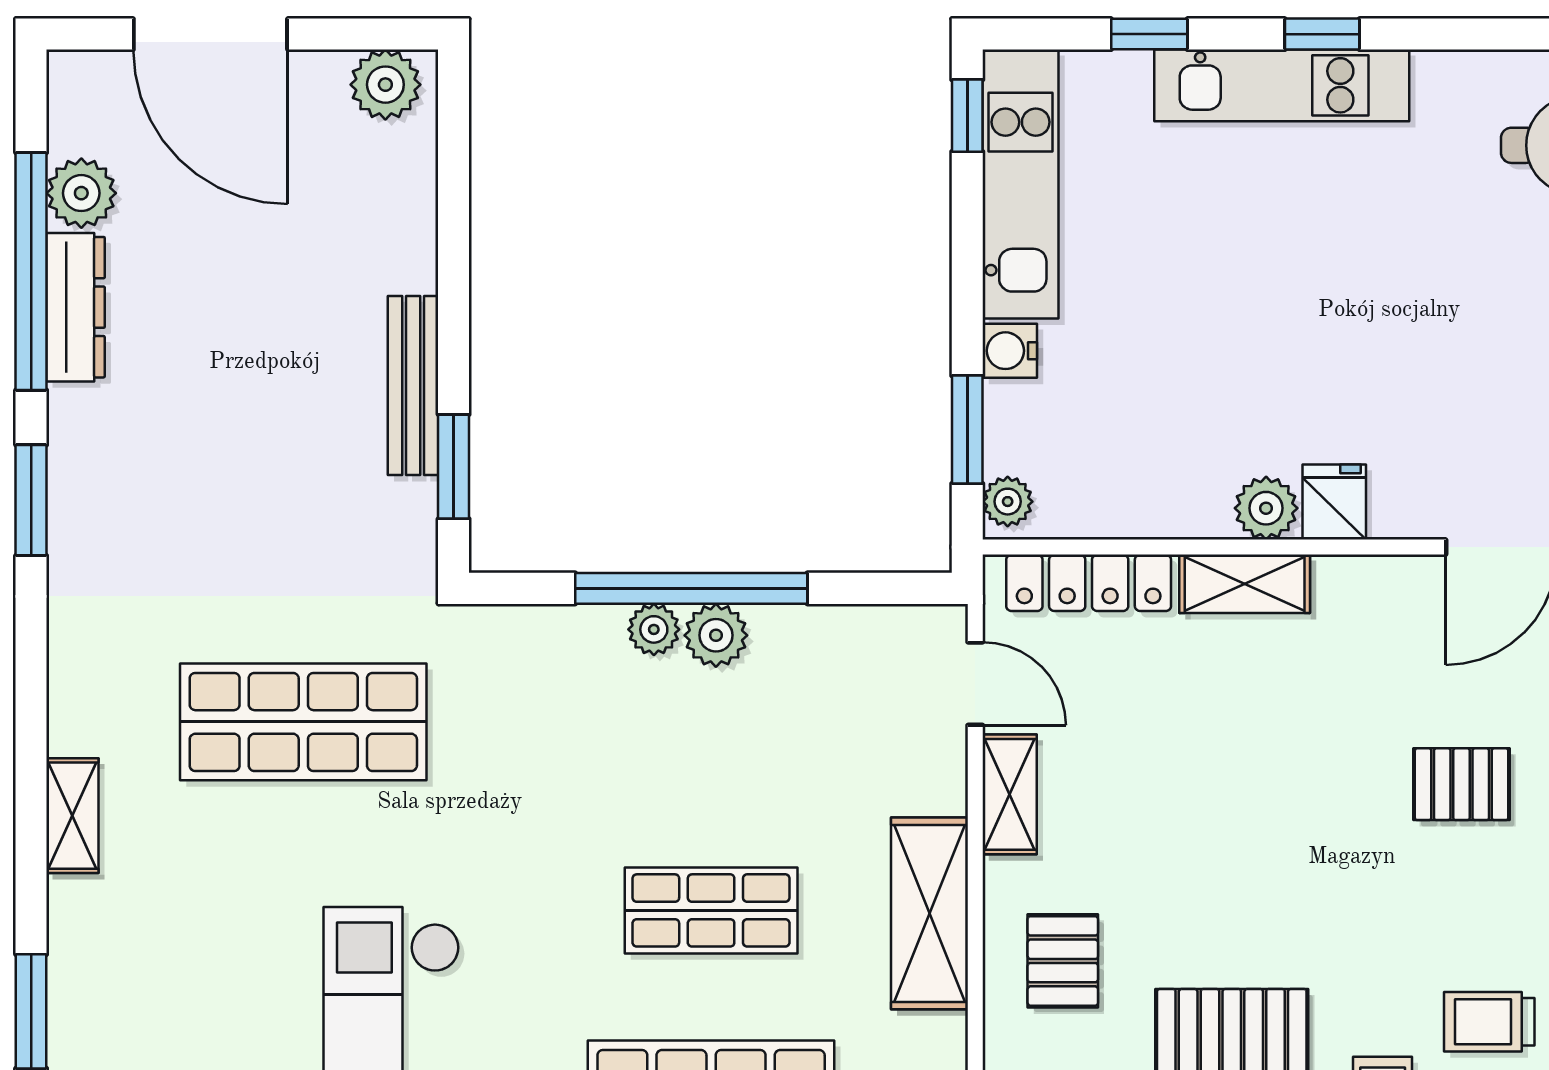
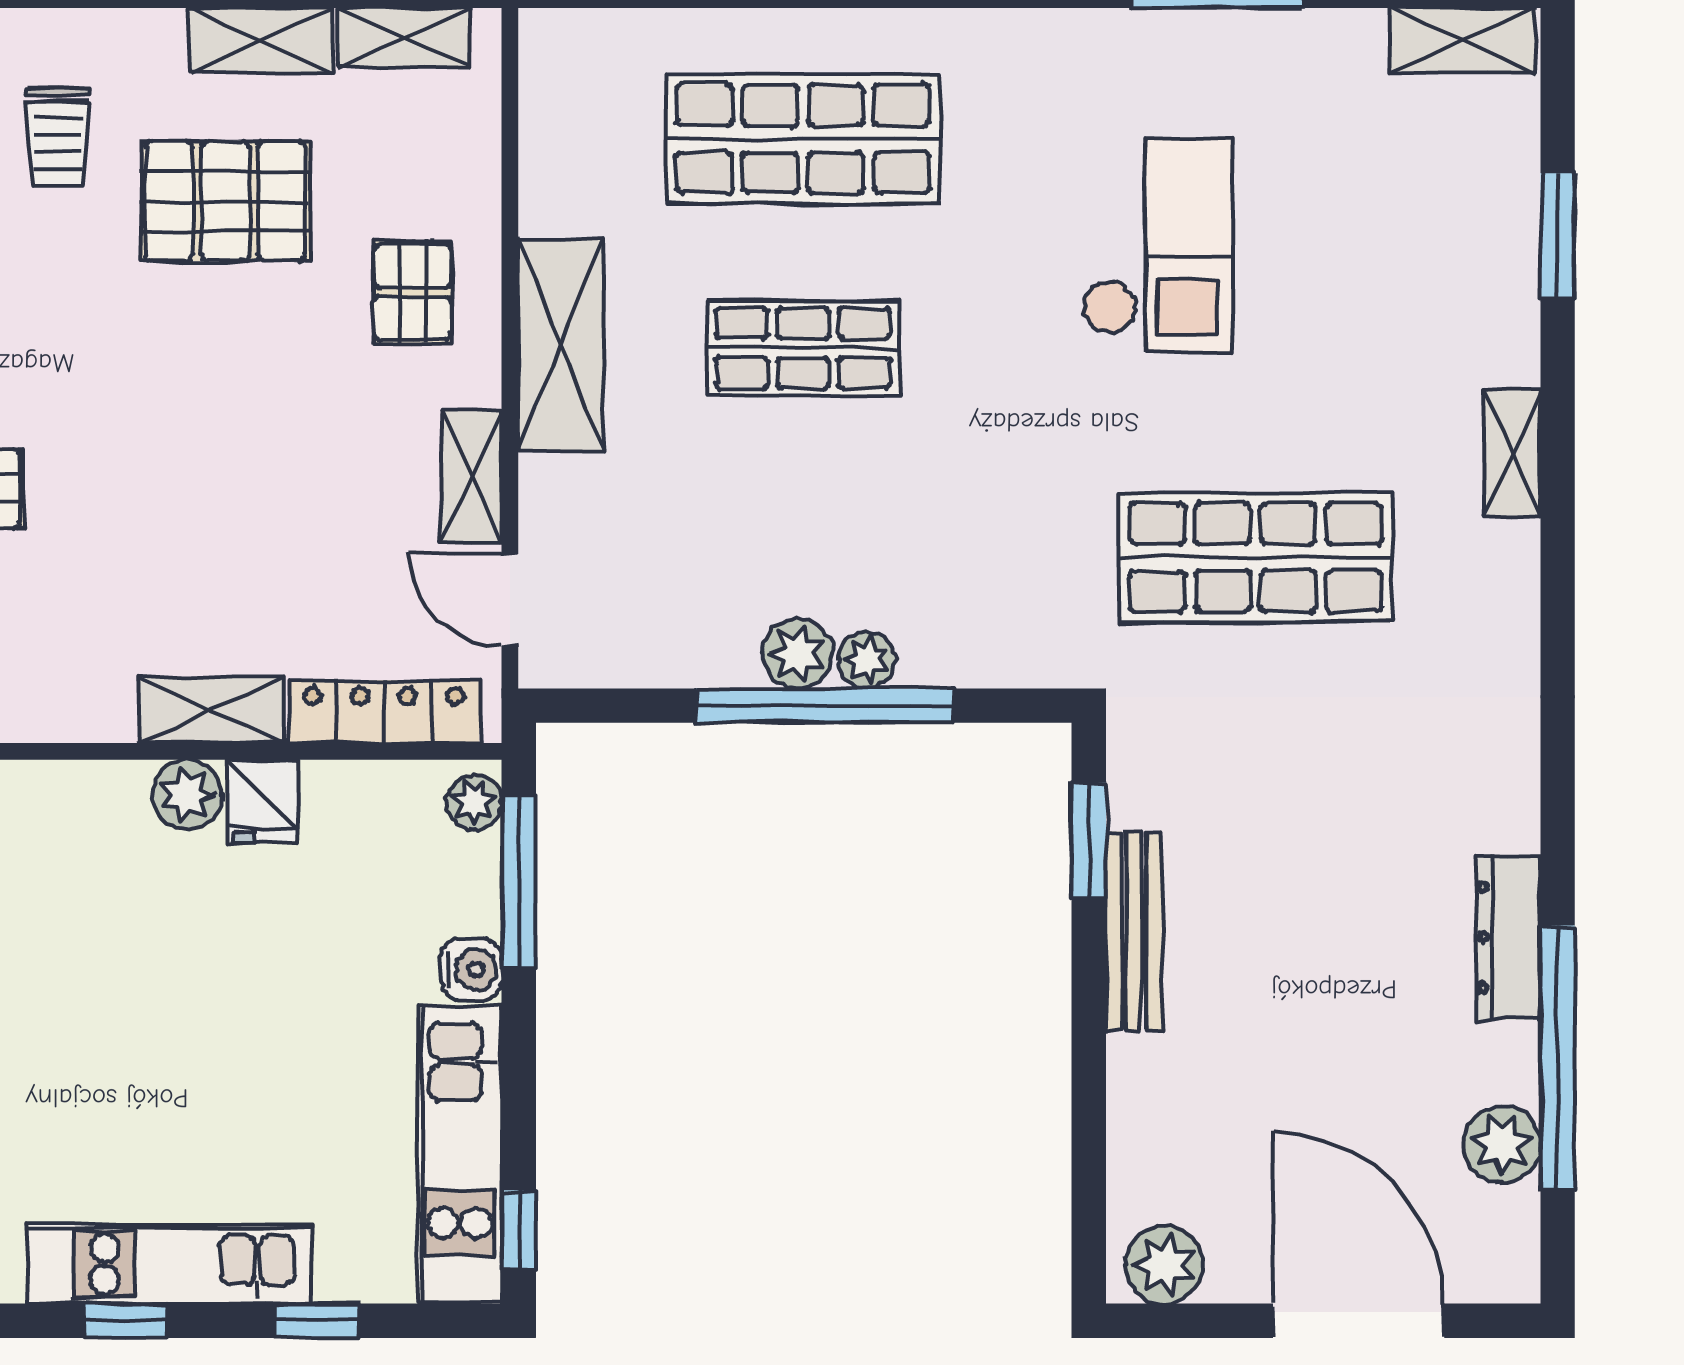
dresser: (76, 307) -> (1508, 937), moved
window: (967, 430) -> (519, 882), width x1.44
window: (31, 500) -> (1558, 803), removed
fridge: (1334, 502) -> (263, 801), moved

